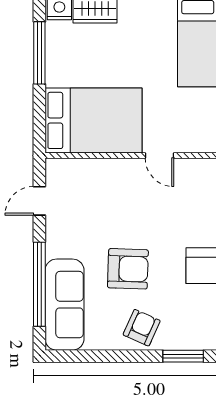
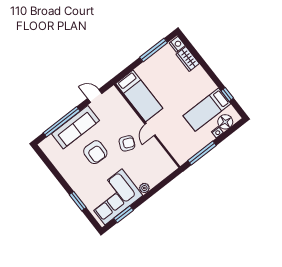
bed: (94, 120) -> (139, 96), width x0.67
sofa: (65, 305) -> (75, 127), moved
armchair: (142, 328) -> (127, 143), moved

